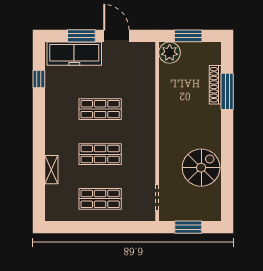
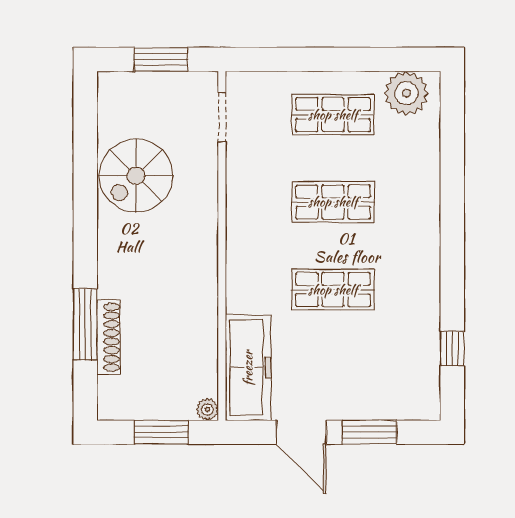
plant: (170, 53) -> (207, 409), width x0.53, depth x0.53
freezer: (74, 54) -> (248, 368), moved, turned 90
shelving: (51, 170) -> (428, 172), removed
plant: (62, 210) -> (406, 93), added

